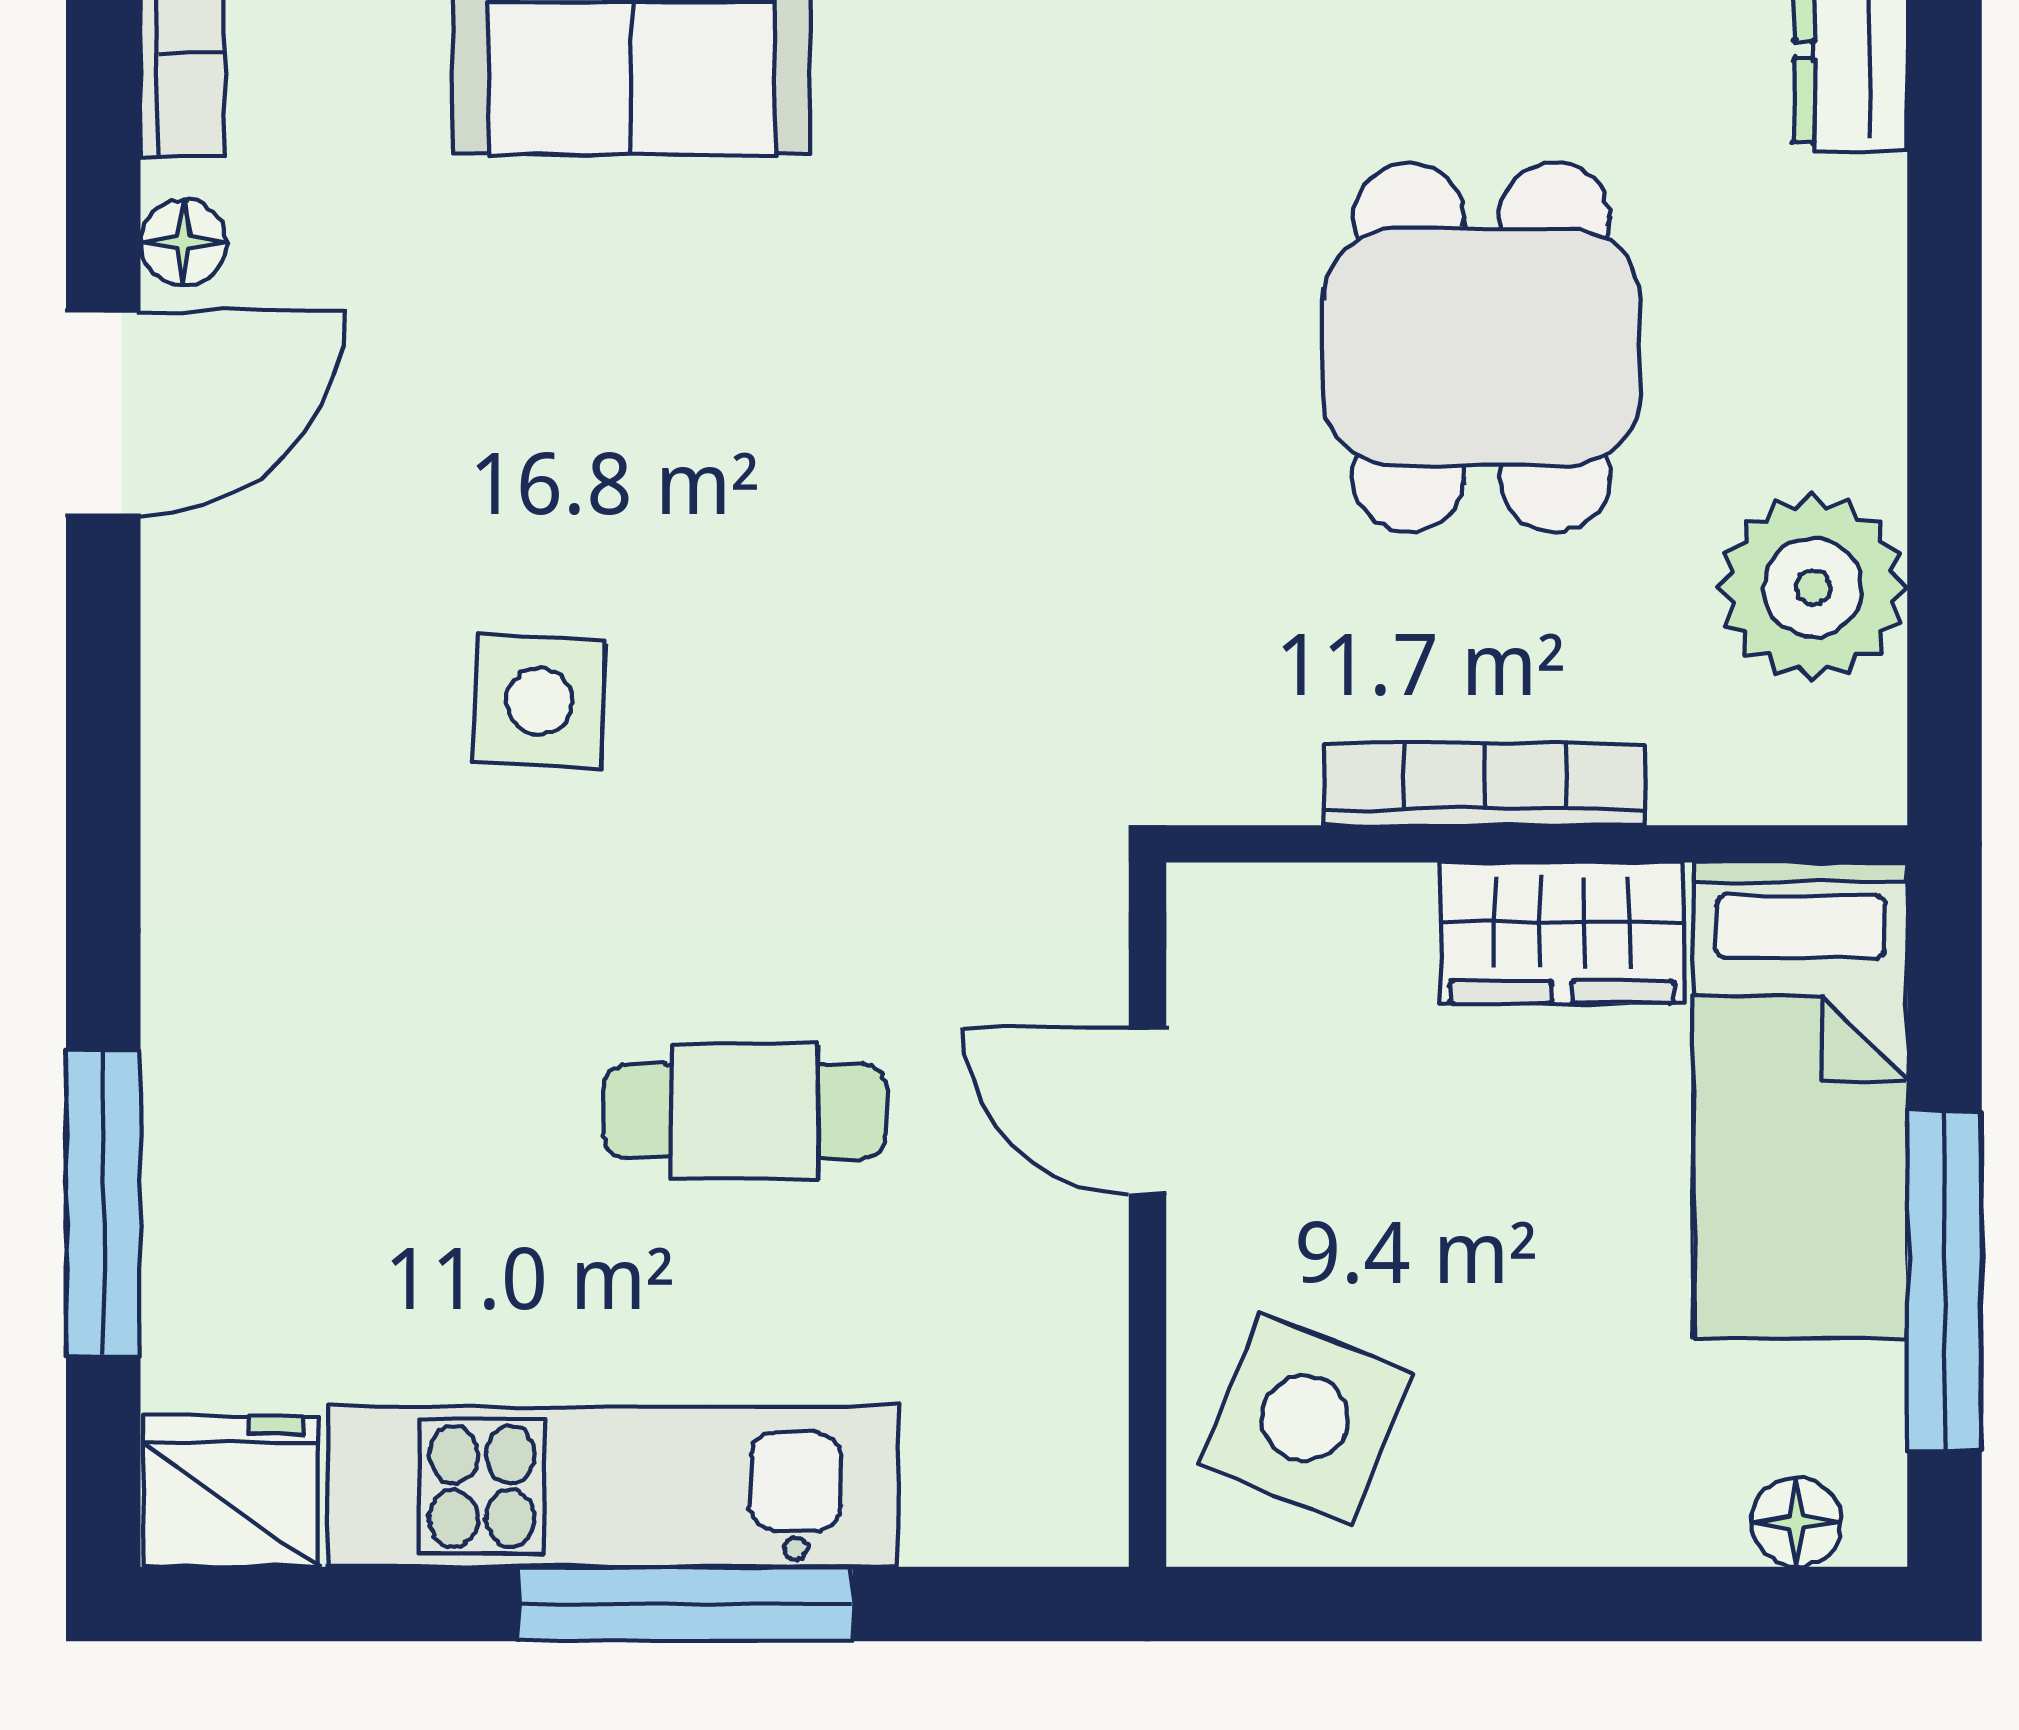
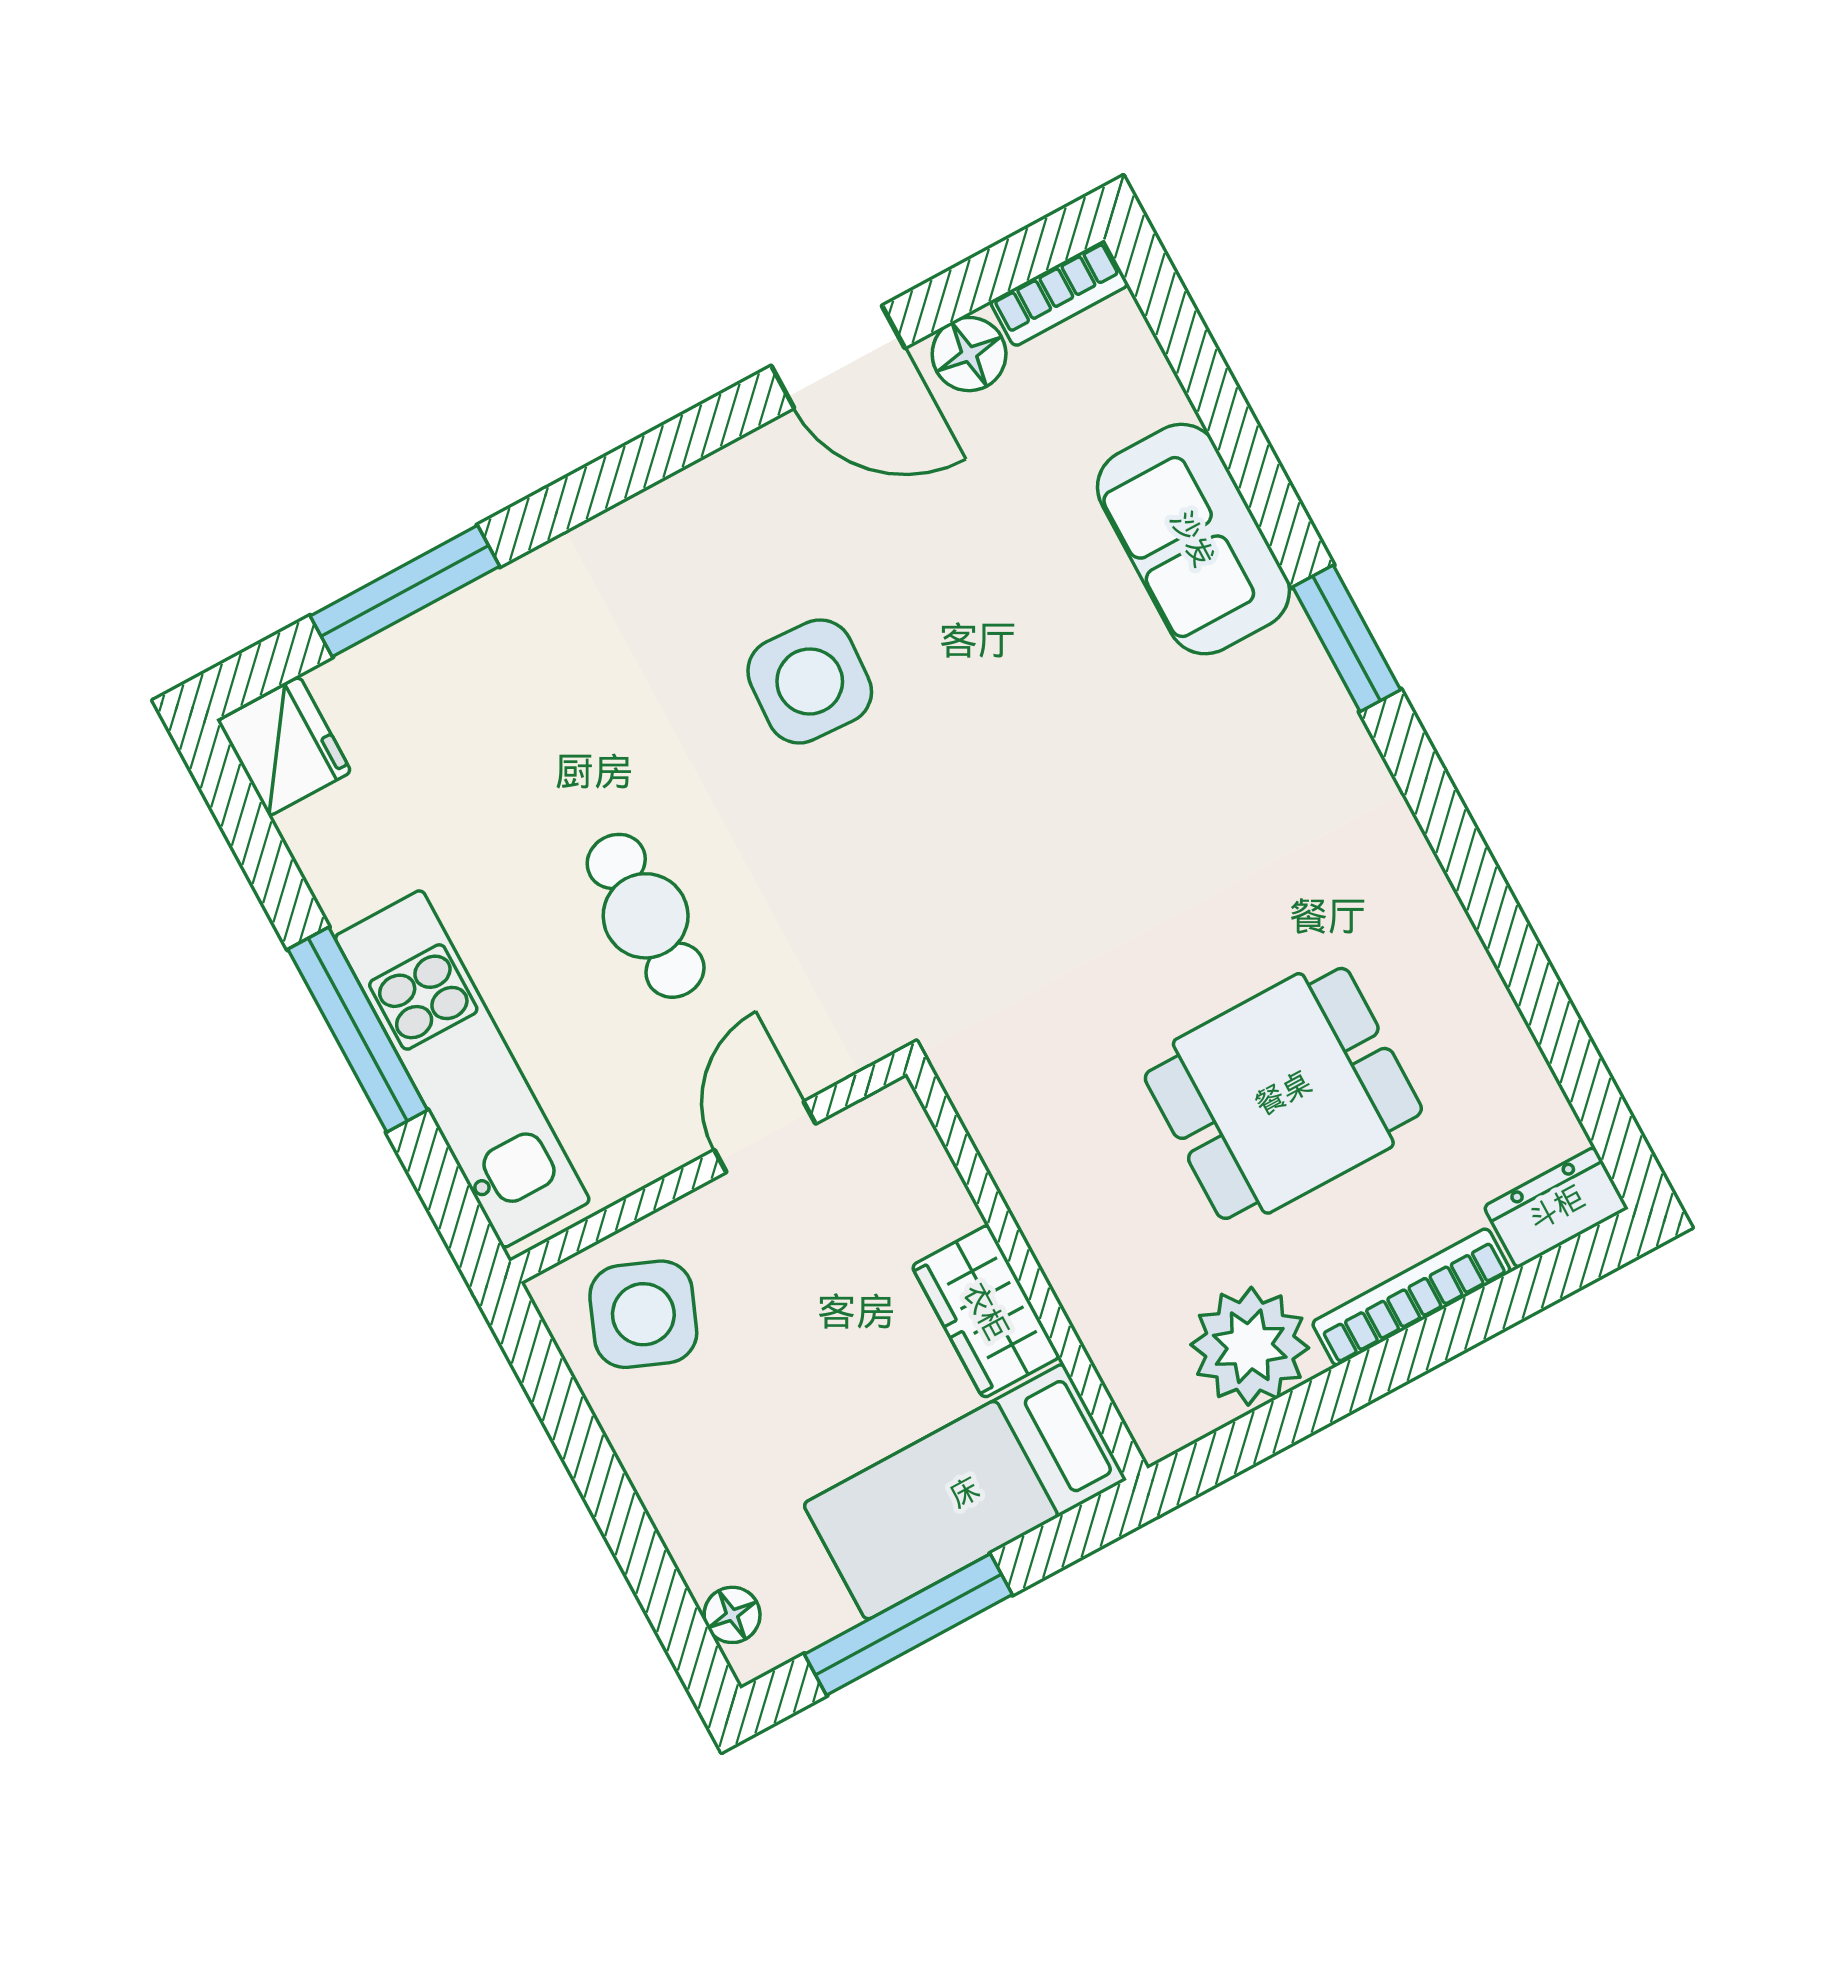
floor lamp: (183, 243) -> (969, 354), width x1.37, depth x1.37
side table: (539, 701) -> (810, 681), width x1.37, depth x1.37
bookcase: (1485, 784) -> (1411, 1297), moved, turned -90
kitchen unit: (613, 1486) -> (462, 1069), moved

